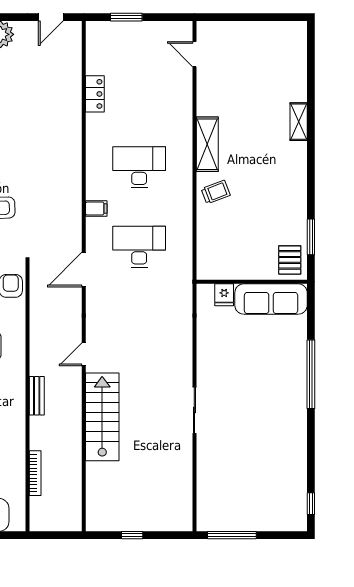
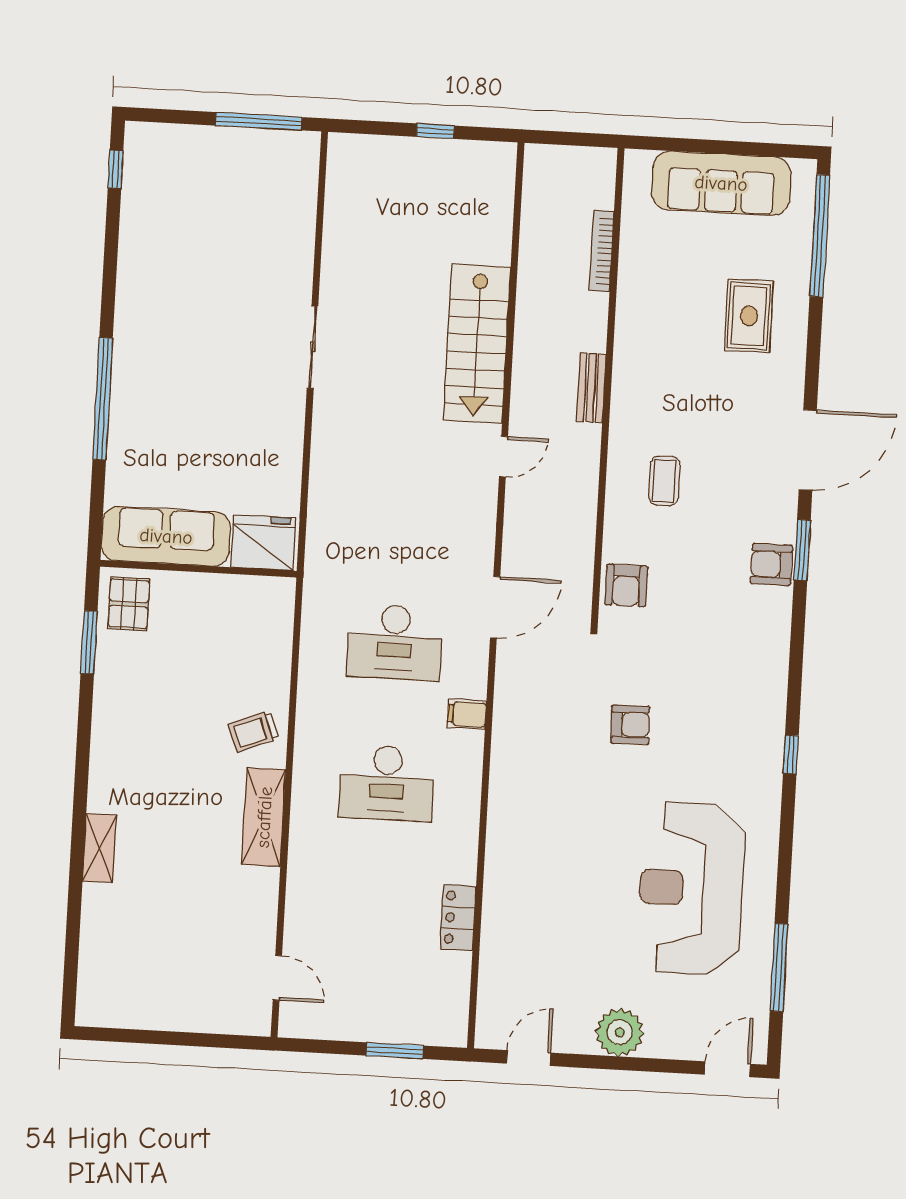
fridge: (224, 295) -> (264, 543), width x1.88, depth x1.34

